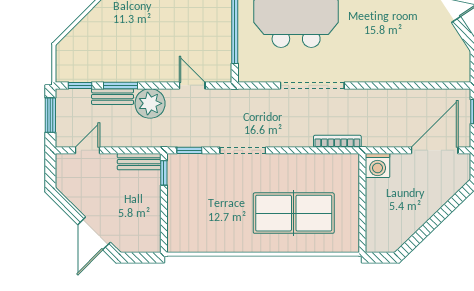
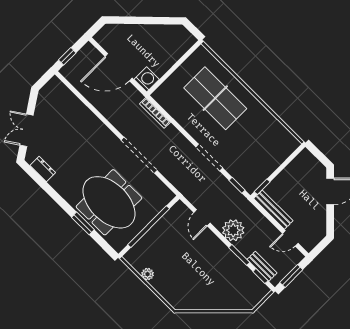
bench: (113, 97) -> (262, 266), moved
door: (435, 150) -> (119, 67), moved
bench: (139, 162) -> (273, 210), width x1.36

